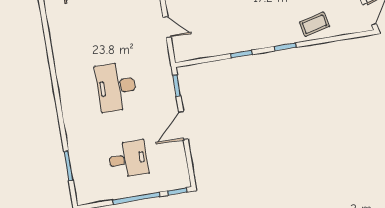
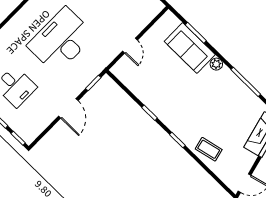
desk: (116, 87) -> (61, 40), width x1.36, depth x1.30
door: (183, 125) -> (68, 108), swing flipped

